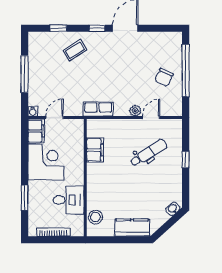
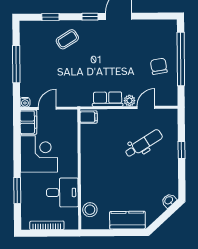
chair: (164, 77) -> (159, 66), turned 146
row of seats: (98, 109) -> (108, 99), moved
filing cabinet: (95, 150) -> (89, 117), moved, width x0.50

